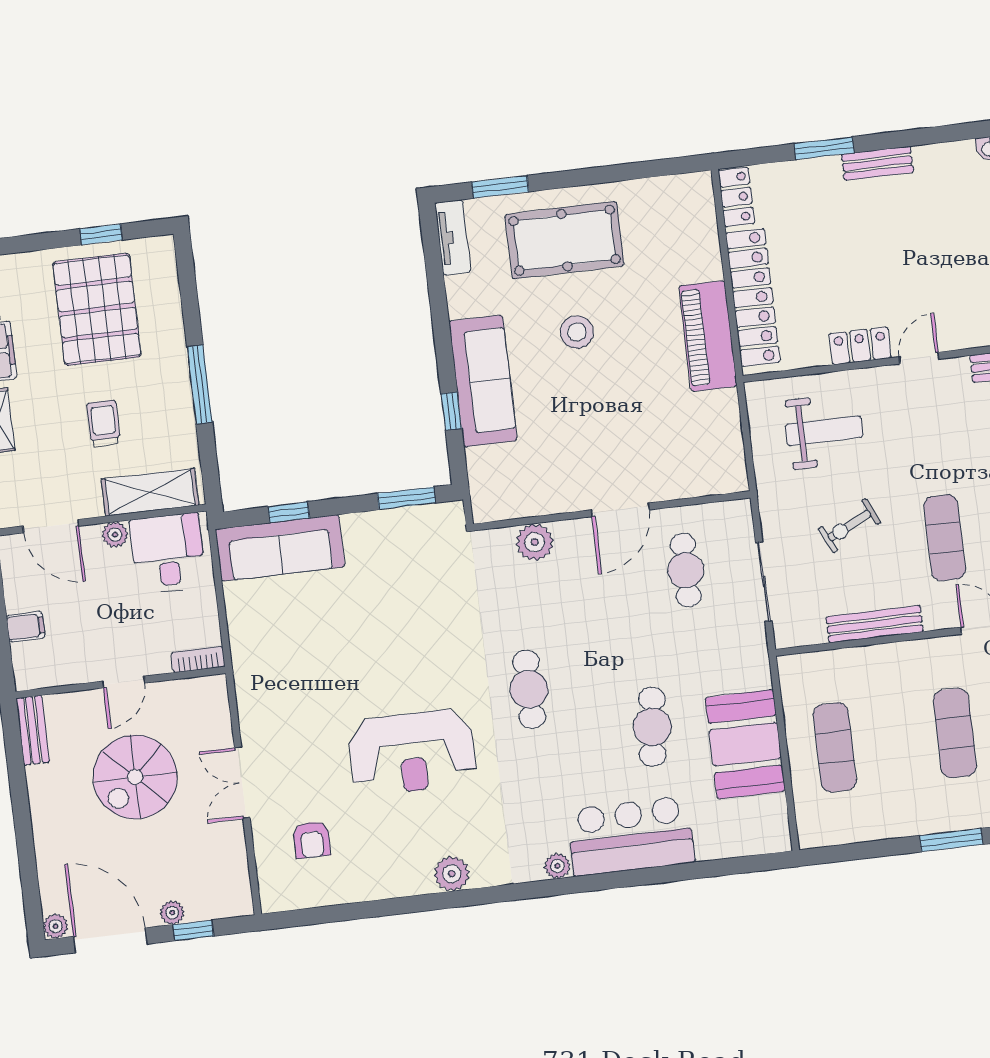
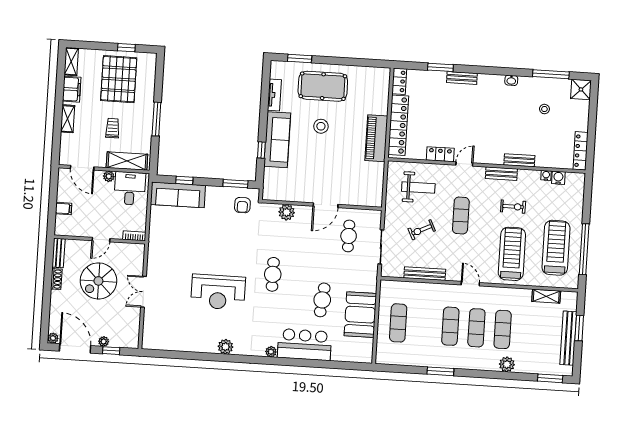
tv unit: (453, 237) -> (274, 95), moved
exercise mat: (945, 538) -> (461, 215), moved
shoe rack: (39, 790) -> (56, 279), added
armchair: (312, 840) -> (242, 205), moved

